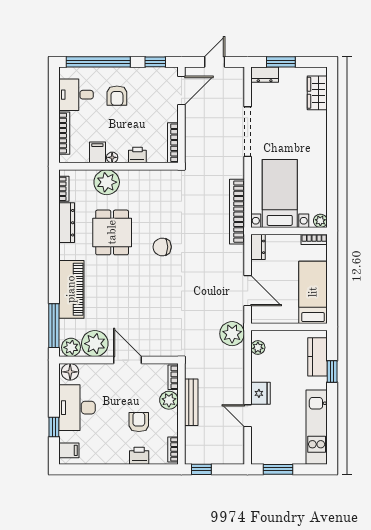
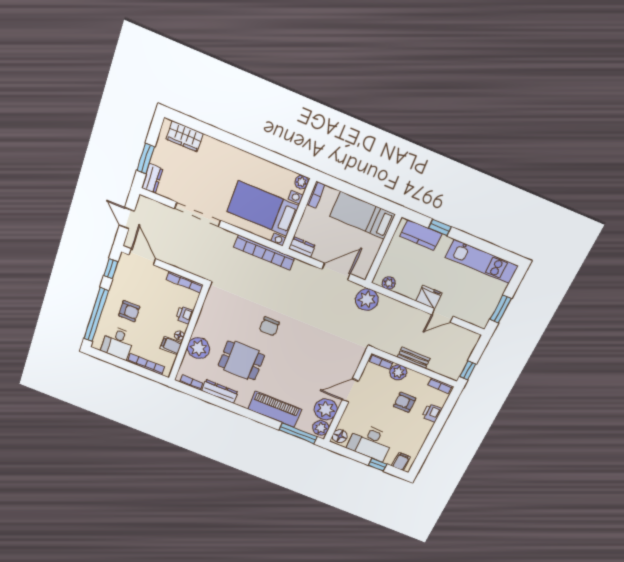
bench: (191, 402) -> (414, 358), width x0.73

